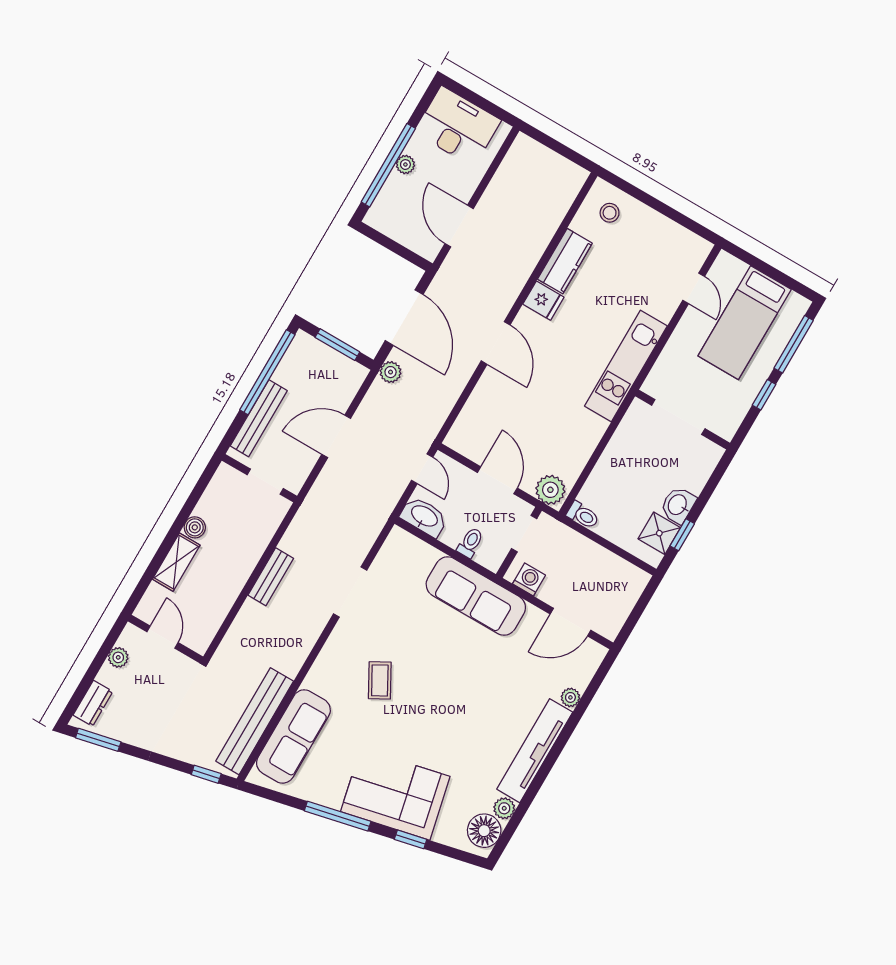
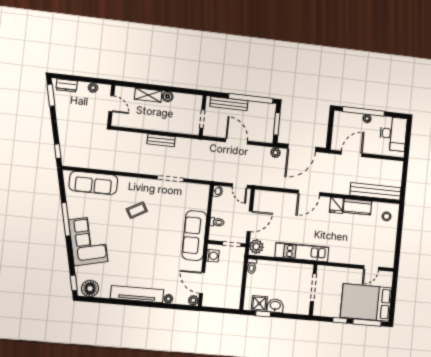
bed: (745, 323) -> (366, 303), width x1.50
kitchen unit: (626, 366) -> (302, 252), moved
door: (422, 469) -> (240, 186), hinge flipped
washbasin: (424, 517) -> (218, 191), width x0.52, depth x0.69
door: (162, 637) -> (111, 104), hinge flipped
bench: (255, 721) -> (375, 191), moved
plant: (504, 808) -> (193, 300), moved
window: (411, 839) -> (74, 283), moved

